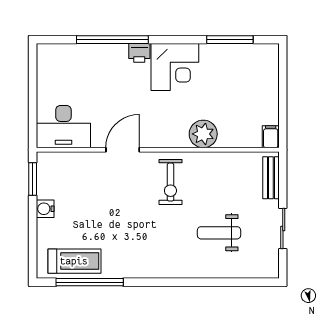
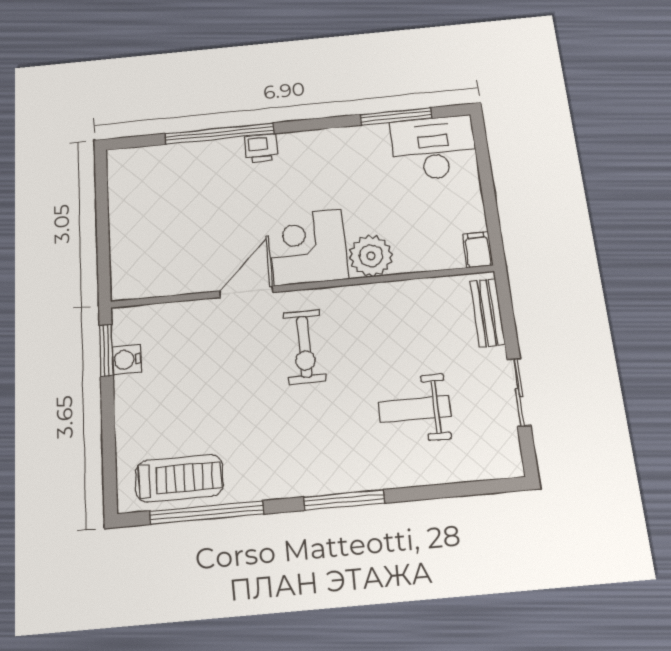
corner desk: (175, 67) -> (308, 247), moved, turned 180
desk: (63, 127) -> (434, 148), moved, turned 180
exercise bike: (170, 182) -> (304, 347), moved
water cooler: (45, 209) -> (126, 359), moved
window: (171, 282) -> (344, 500), added

